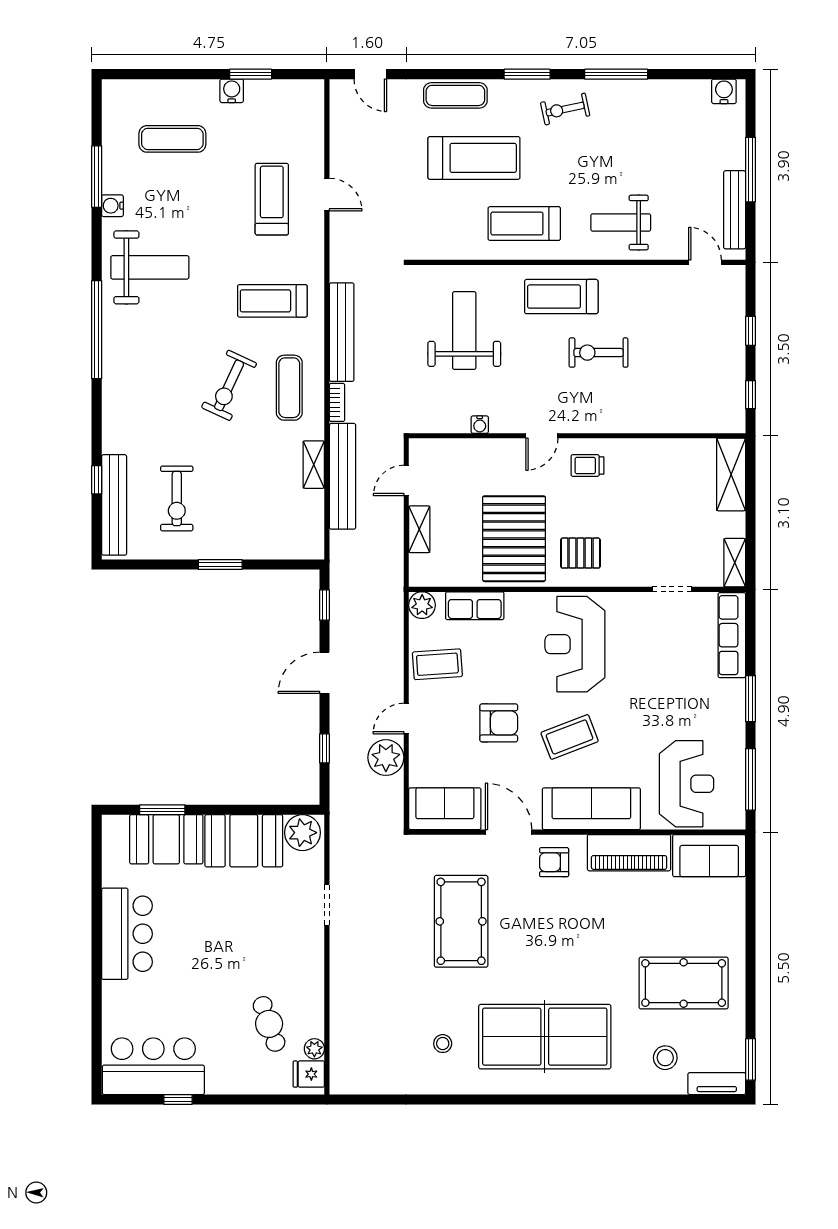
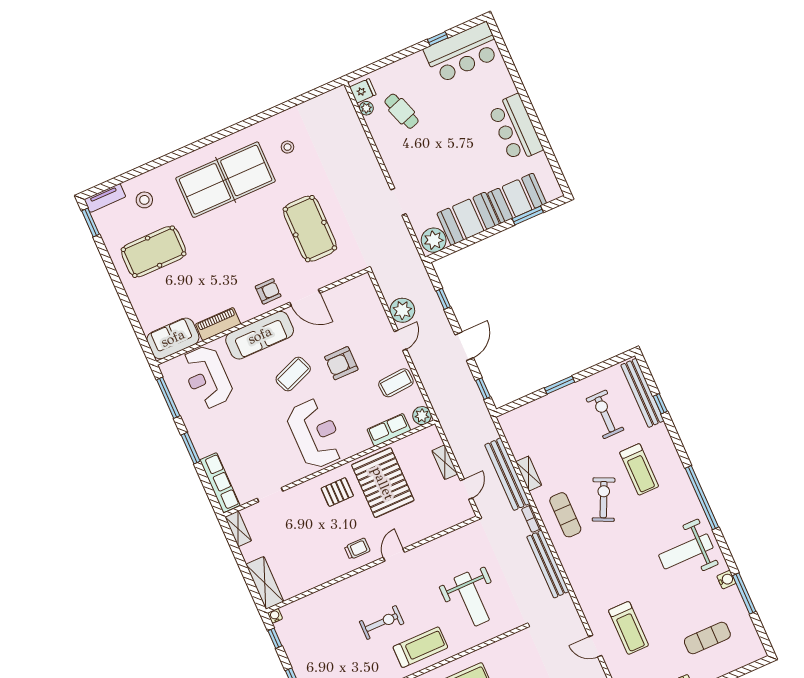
treadmill: (272, 301) -> (639, 469), moved, turned 90
water cooler: (480, 425) -> (275, 616), moved
sofa: (445, 809) -> (351, 295), removed
piano: (629, 853) -> (218, 324), width x0.73, depth x0.75

